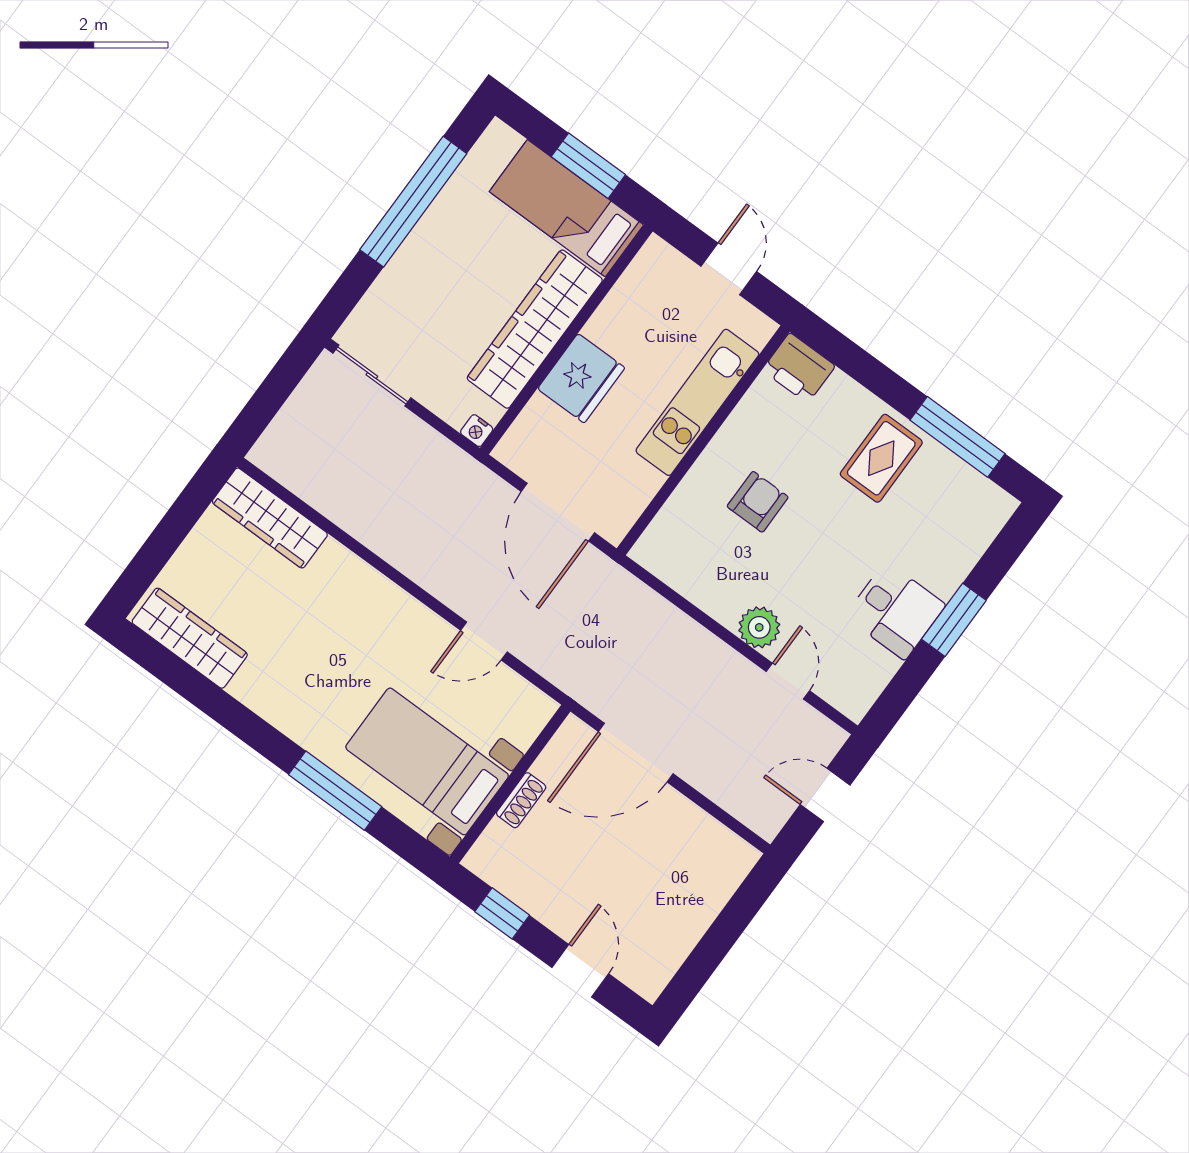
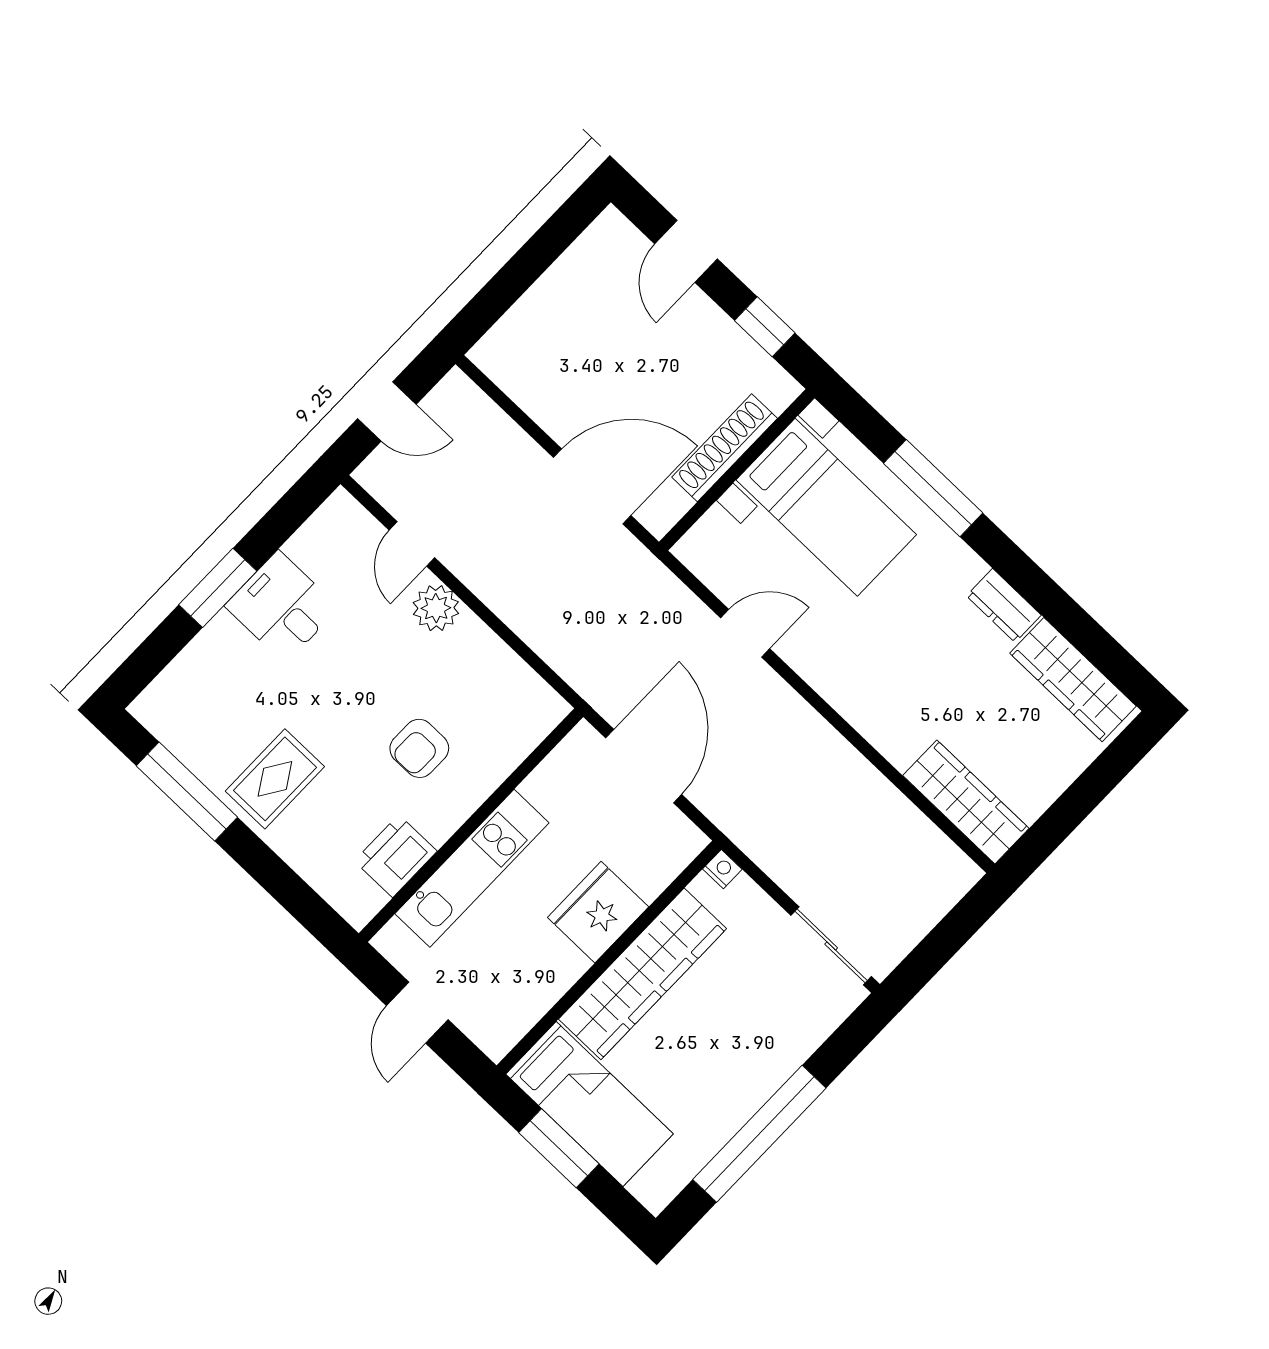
printer: (799, 368) -> (396, 856), moved, turned -90
dresser: (259, 696) -> (1004, 605), added
shoe rack: (521, 800) -> (725, 448), width x1.94, depth x1.24

